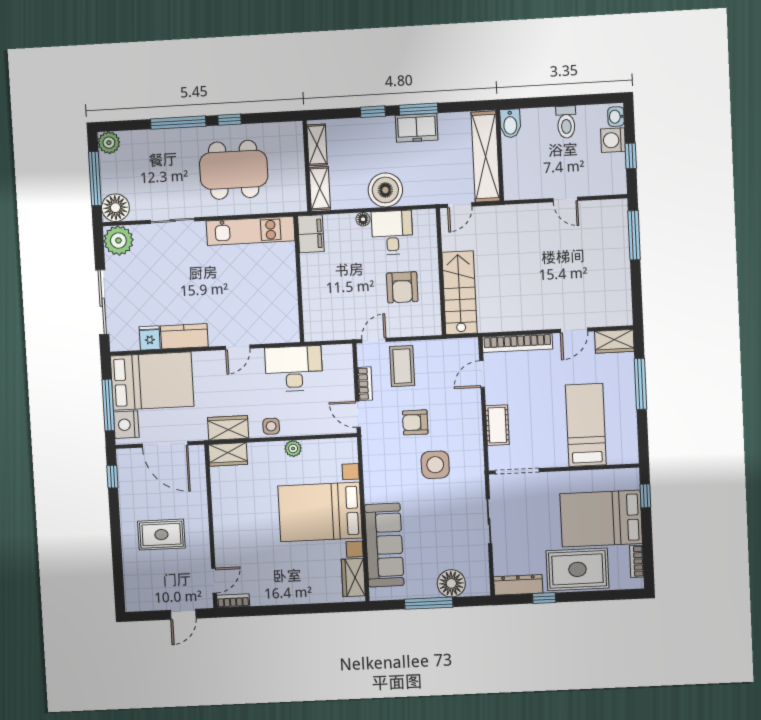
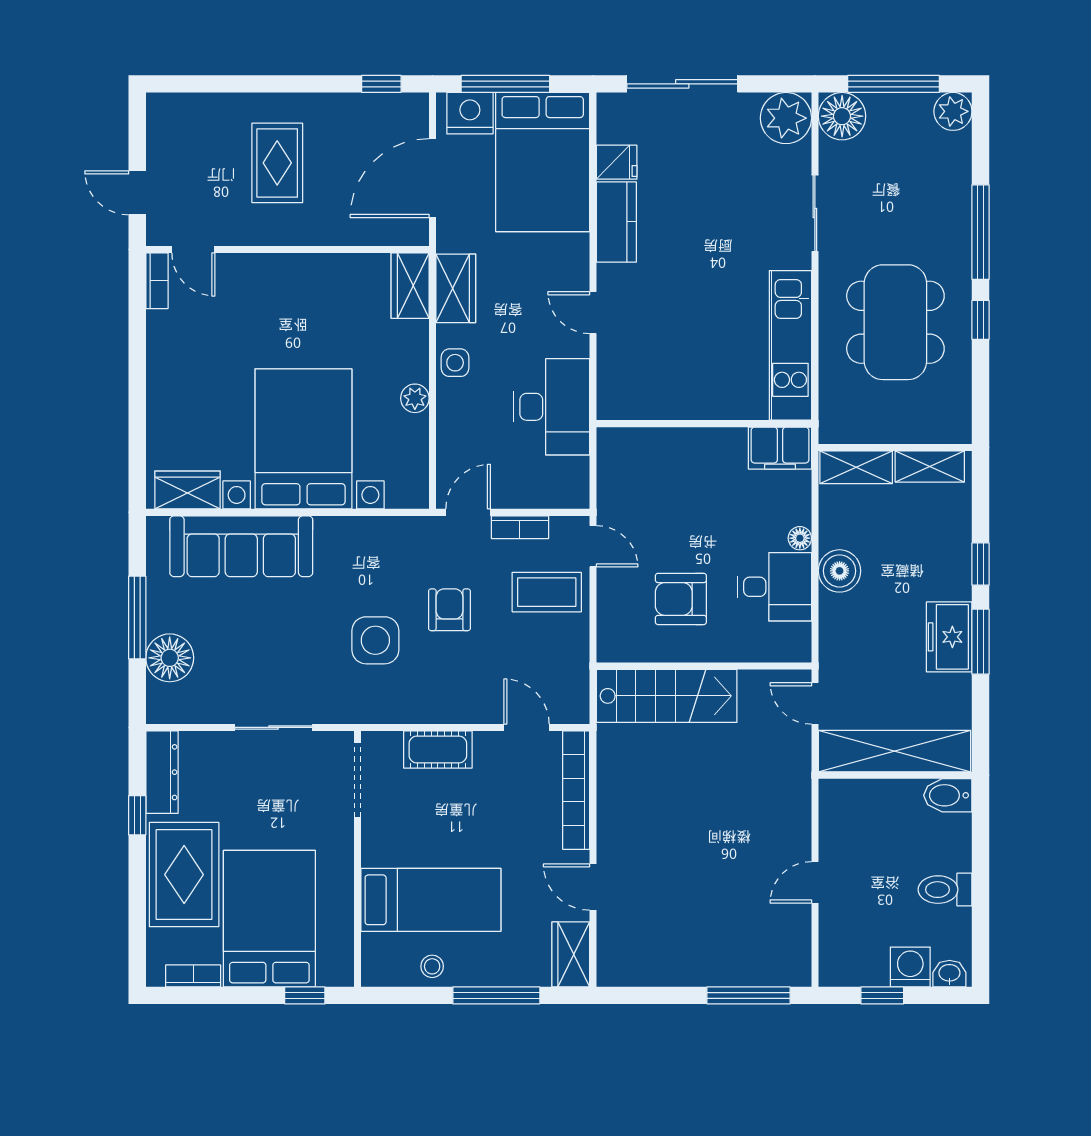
boiler: (385, 190) -> (840, 571), width x0.73, depth x0.73
stool: (625, 422) -> (432, 966), added

